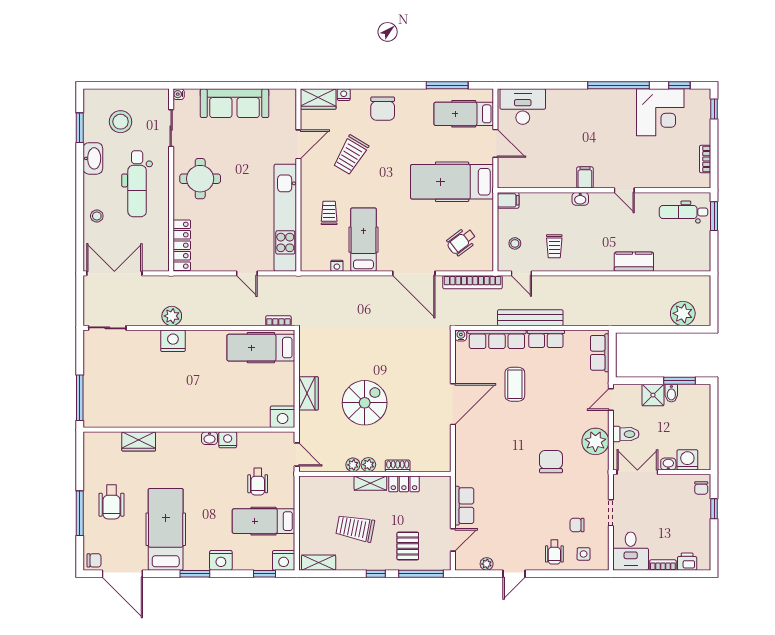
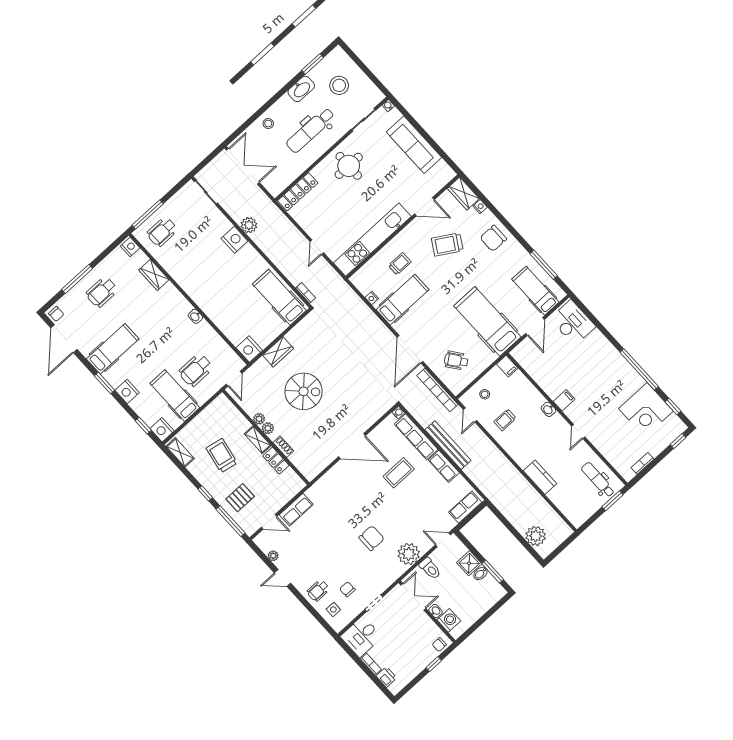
wheelchair: (107, 399) -> (162, 232), added
nightstand: (228, 440) -> (130, 247), moved
wheelchair: (258, 482) -> (196, 370), width x1.36, depth x1.37
hospital bed: (166, 529) -> (113, 349), width x0.73, depth x0.78

